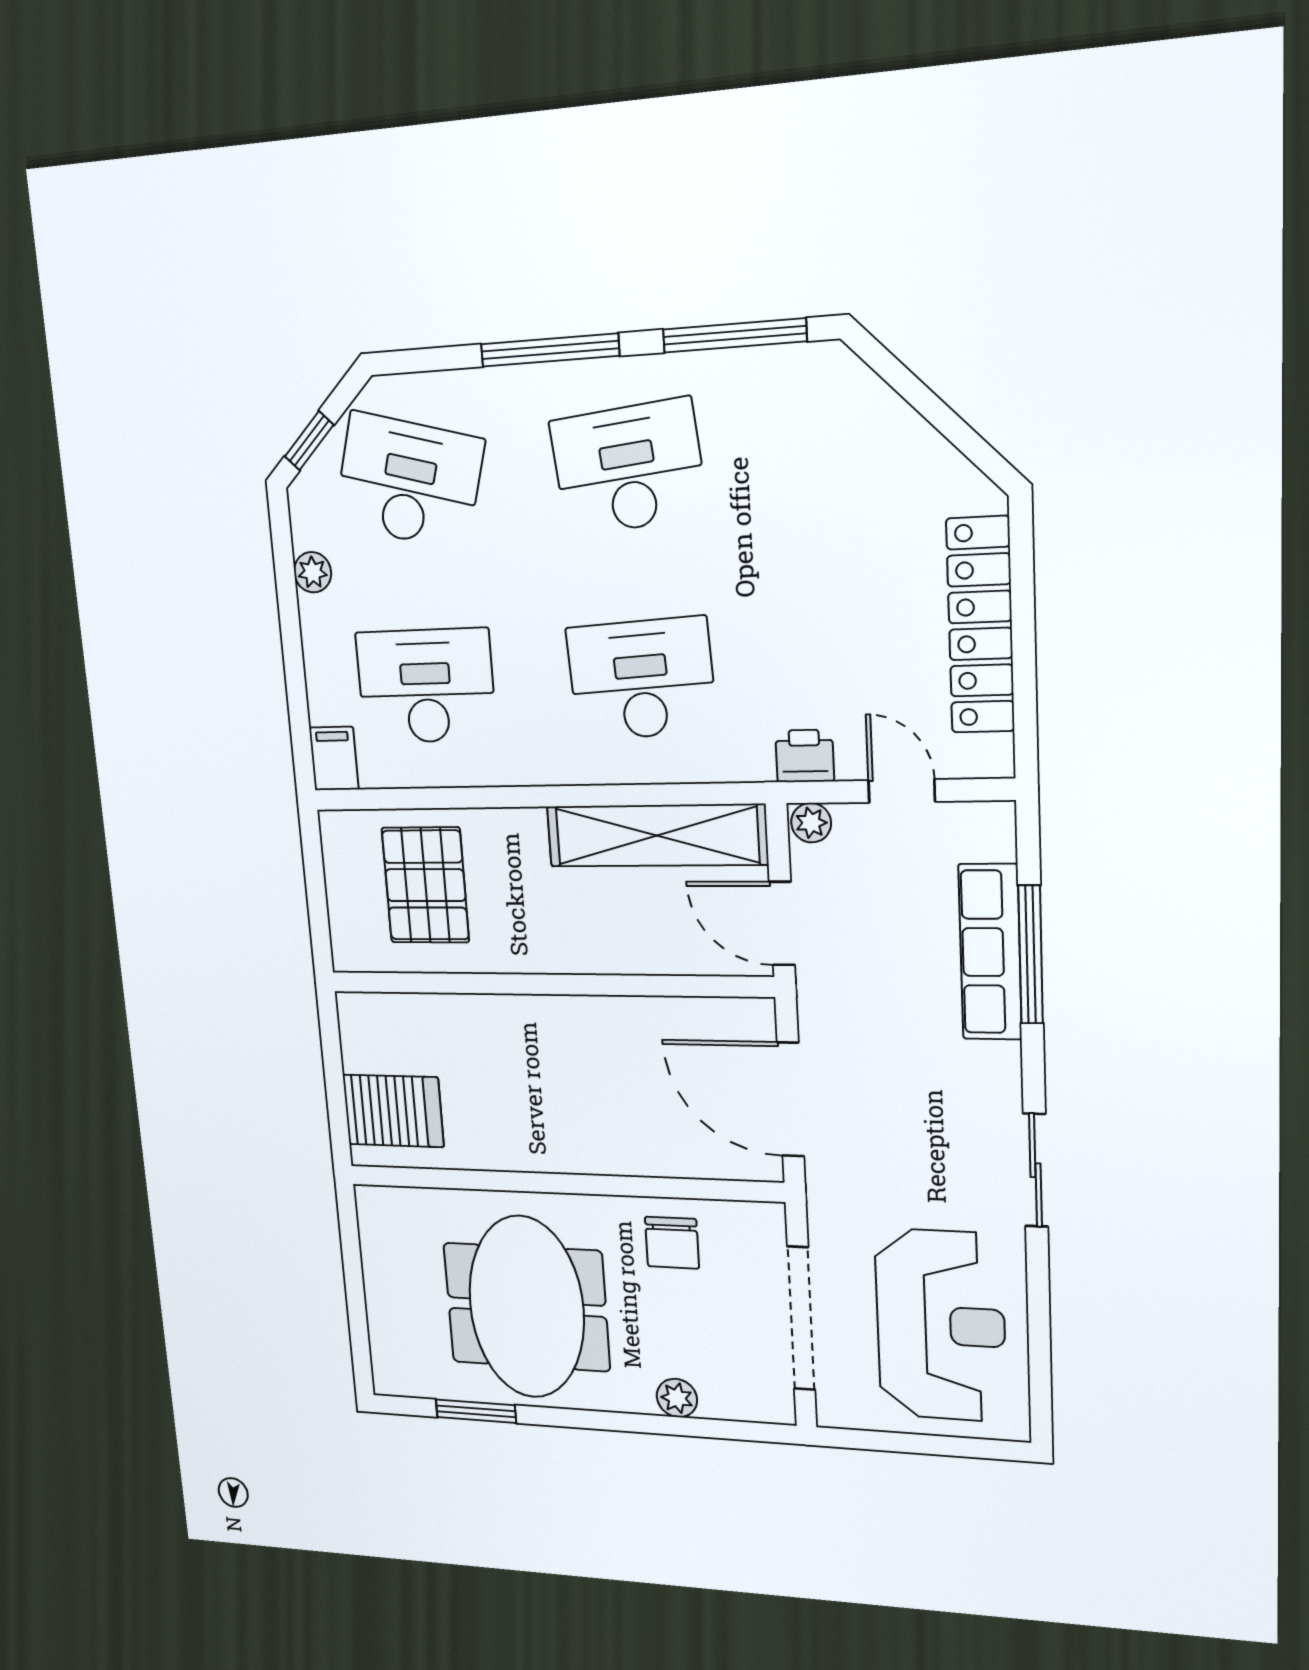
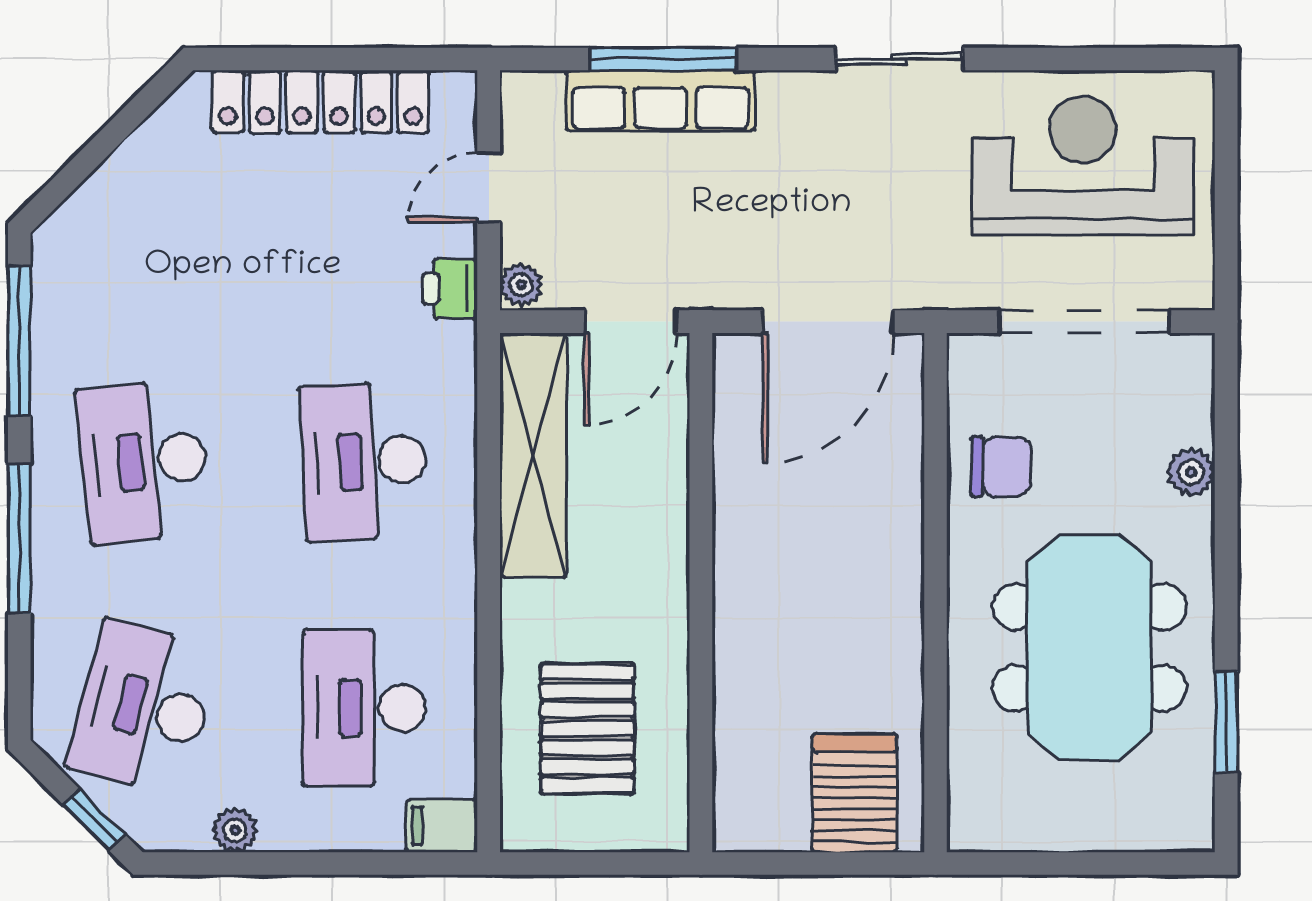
pallet: (425, 885) -> (587, 729), turned 90
meeting table: (527, 1307) -> (1089, 647), turned 90

